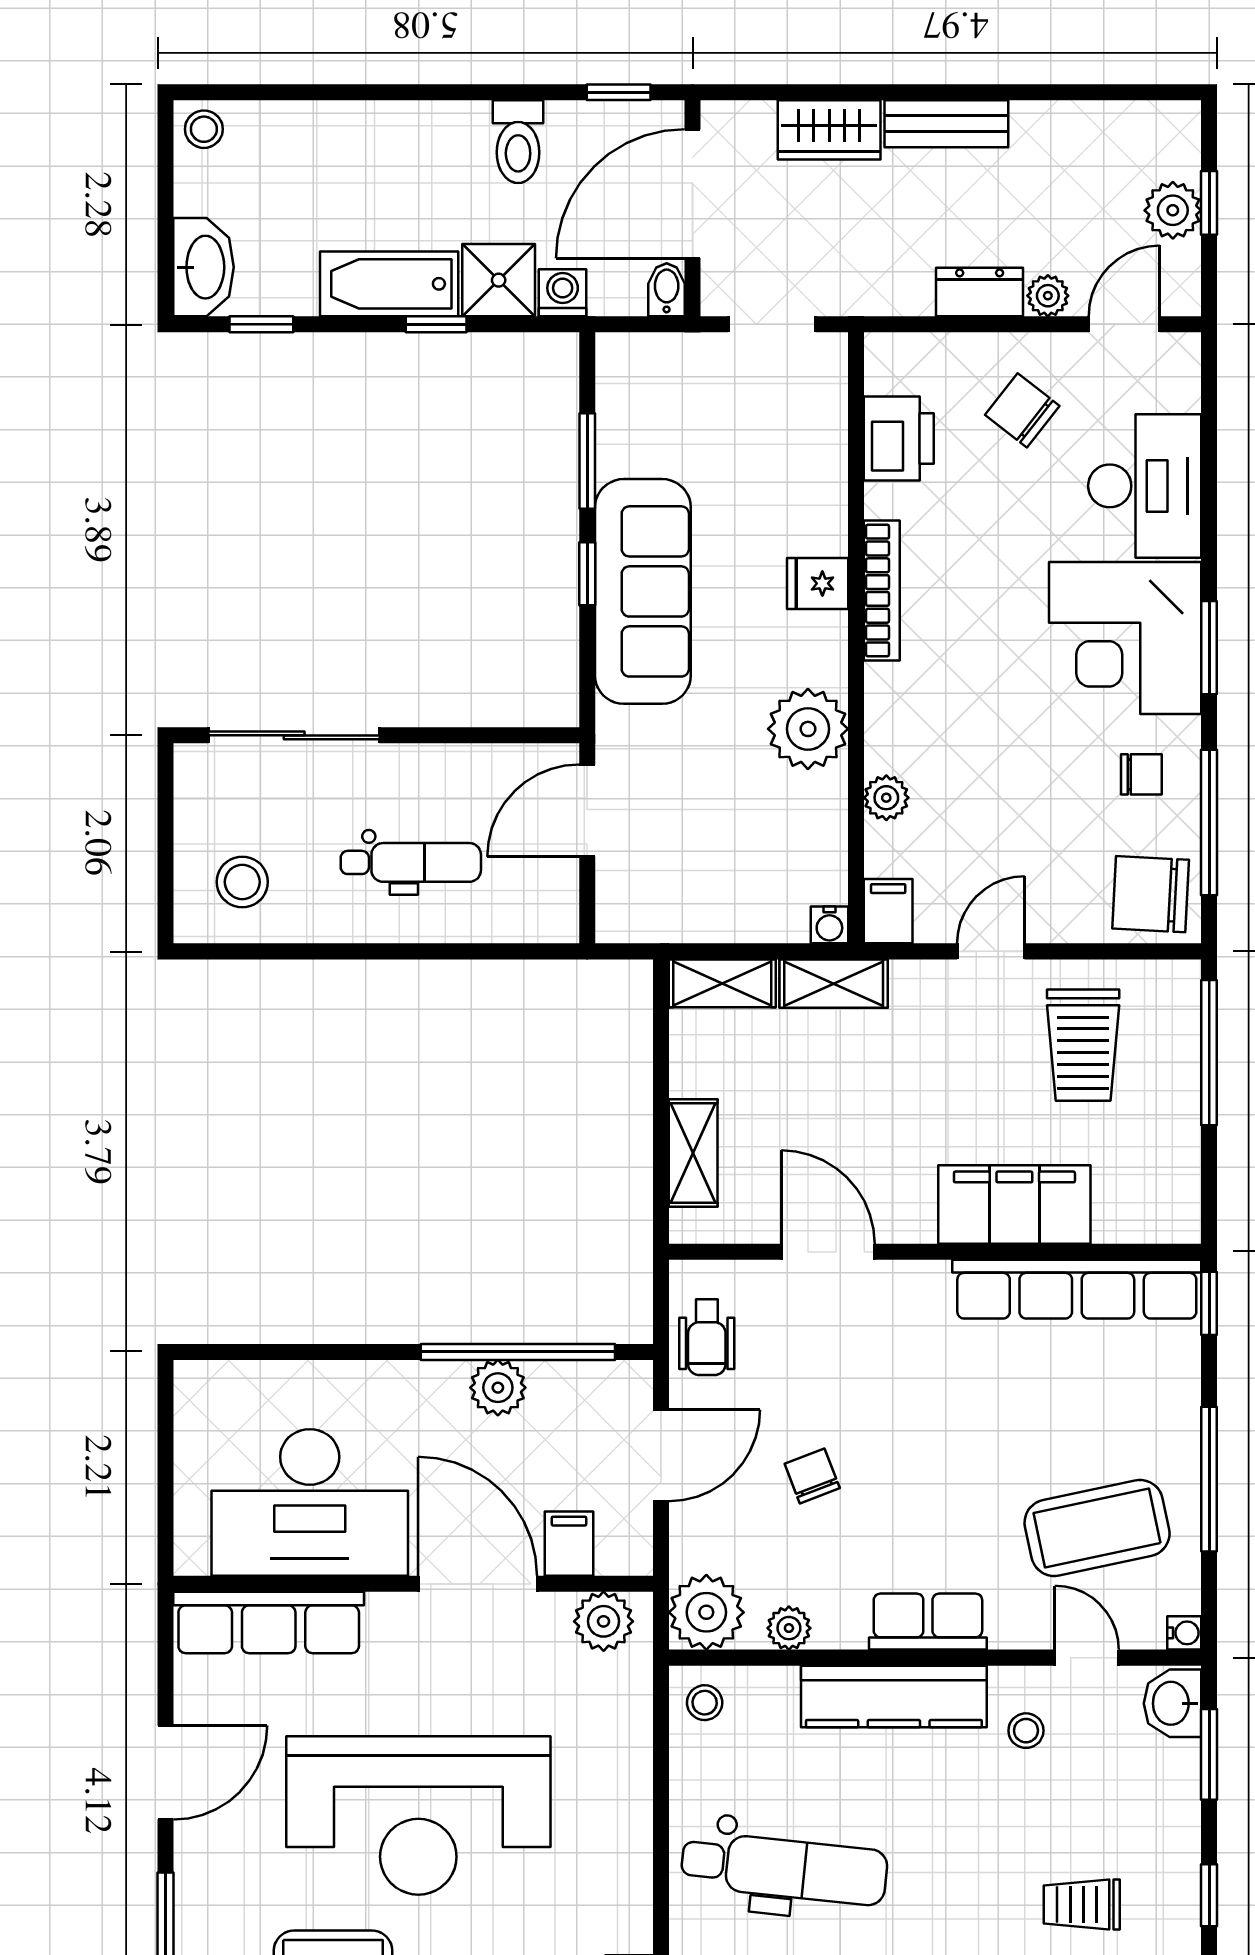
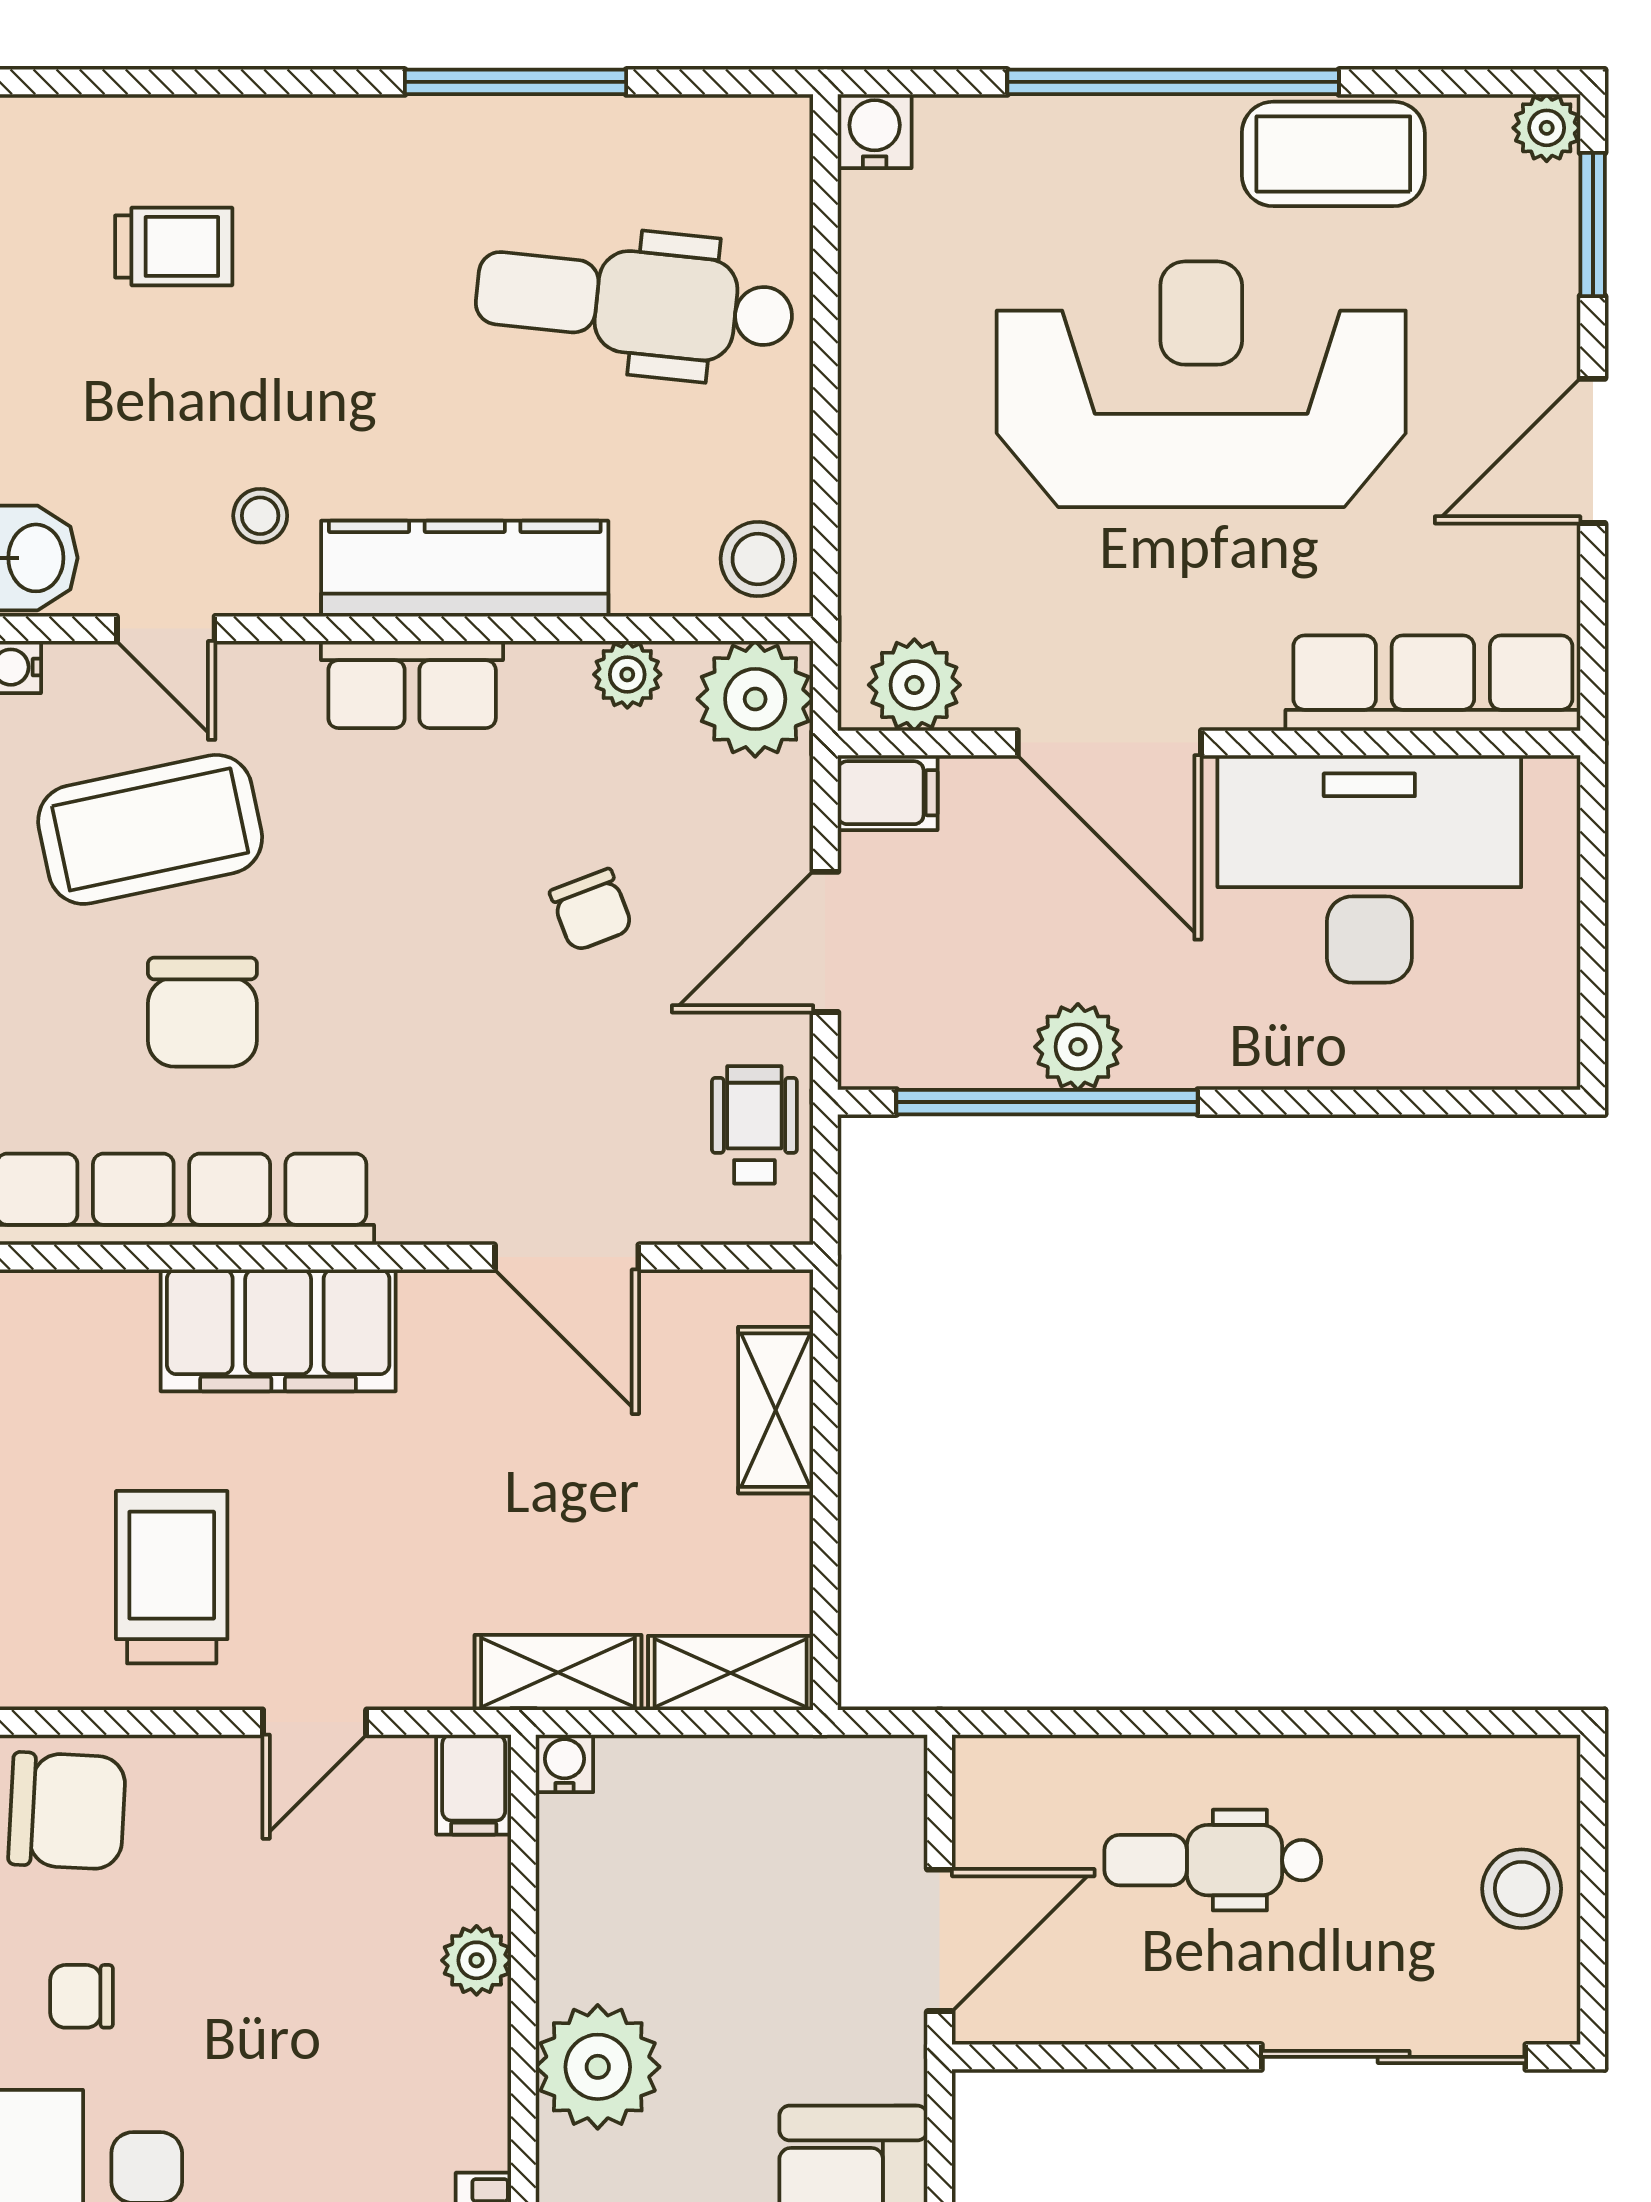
stool: (242, 882) -> (1522, 1889), moved
chair: (1063, 1410) -> (202, 1012), added
filing cabinet: (569, 1544) -> (888, 793), moved, turned -90
stool: (705, 1703) -> (758, 559), width x1.37, depth x1.37

